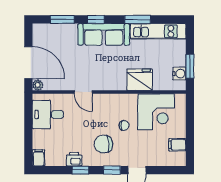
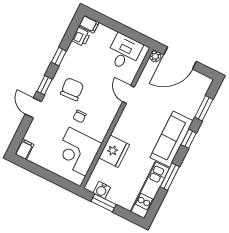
door: (83, 92) -> (128, 94), hinge flipped
filing cabinet: (177, 145) -> (24, 149), moved
printer: (74, 159) -> (81, 37), moved

